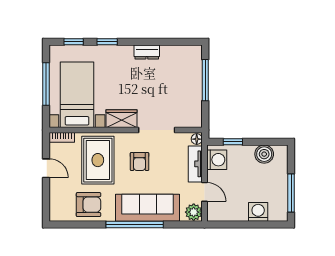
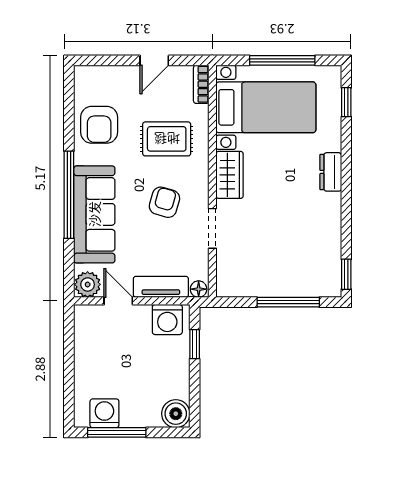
window: (107, 42) -> (346, 274), moved
dresser: (147, 52) -> (331, 172), moved
doorway: (157, 130) -> (212, 228), width x0.73
boiler: (264, 154) -> (176, 414), moved
rug: (98, 160) -> (167, 139), width x0.73, depth x0.70
armchair: (140, 162) -> (164, 202), turned 106
door: (205, 192) -> (118, 301), swing flipped
washing machine: (258, 212) -> (104, 413), moved, turned -90

